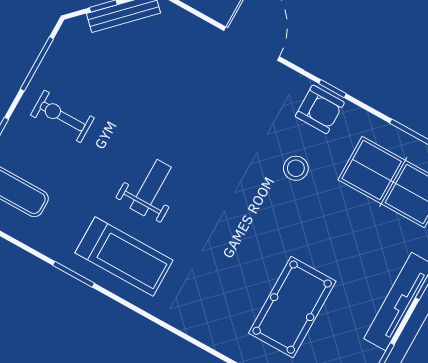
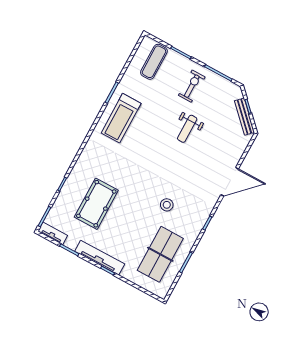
armchair: (320, 109) -> (197, 217), removed
weight bench: (151, 188) -> (187, 129), moved, turned 90
pool table: (292, 307) -> (96, 204), turned 90

